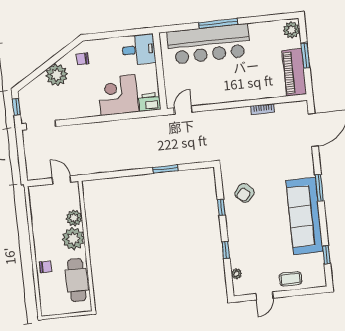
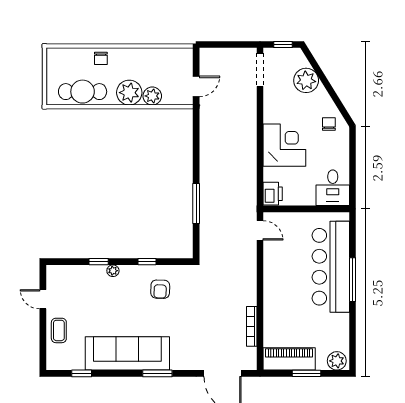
plant: (57, 75) -> (306, 80), moved
corner desk: (118, 95) -> (284, 145), moved
bookcase: (263, 109) -> (252, 326), width x1.56
window: (165, 169) -> (196, 204), width x1.44
armchair: (244, 193) -> (160, 289), turned -128
plant: (237, 274) -> (113, 271), moved

